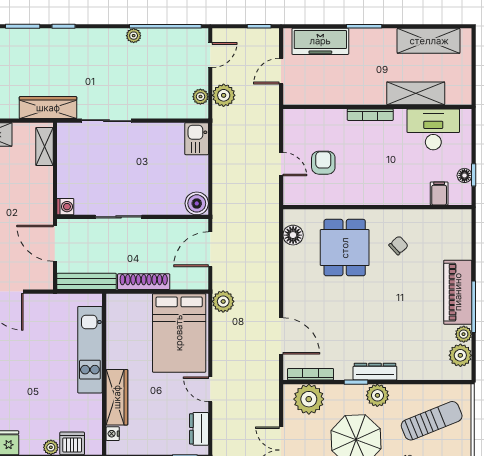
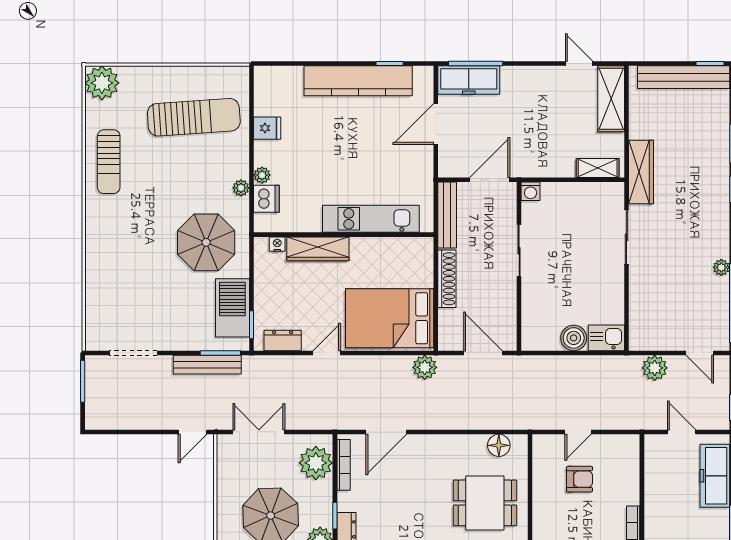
plant: (200, 97) -> (653, 342), removed
boiler: (197, 203) -> (574, 338), moved

